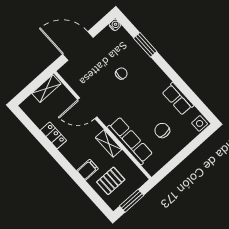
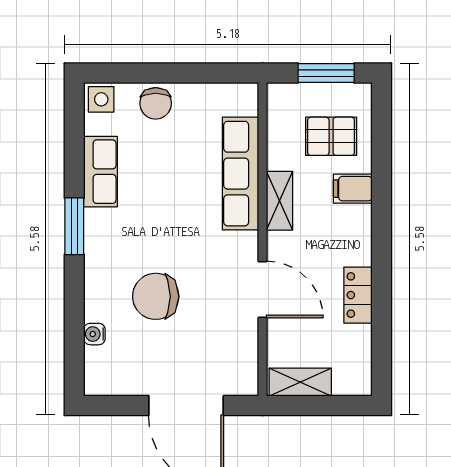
water cooler: (115, 25) -> (94, 334), moved
window: (145, 45) -> (74, 226), moved
chair: (121, 73) -> (156, 296), width x1.87, depth x1.87
chair: (162, 130) -> (156, 103), moved

